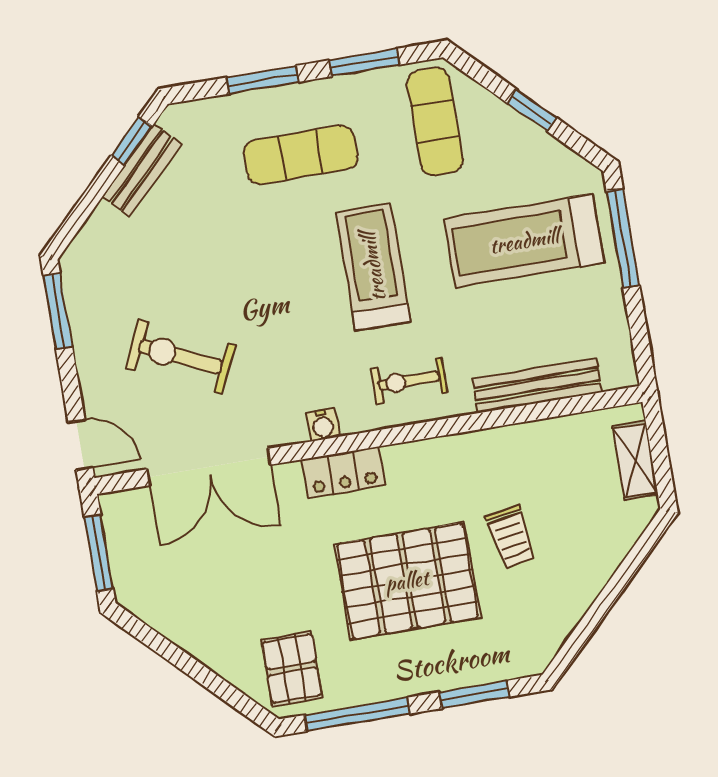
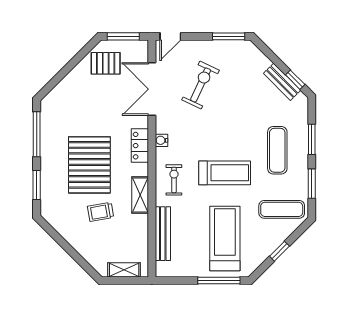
shelving: (457, 453) -> (140, 195), added
pallet: (292, 669) -> (106, 63), moved

